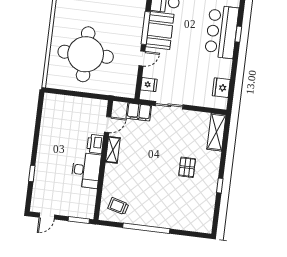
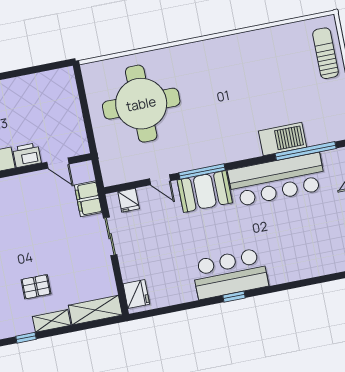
fridge: (221, 88) -> (136, 294), moved, turned 90
shelving: (113, 150) -> (52, 321), moved

